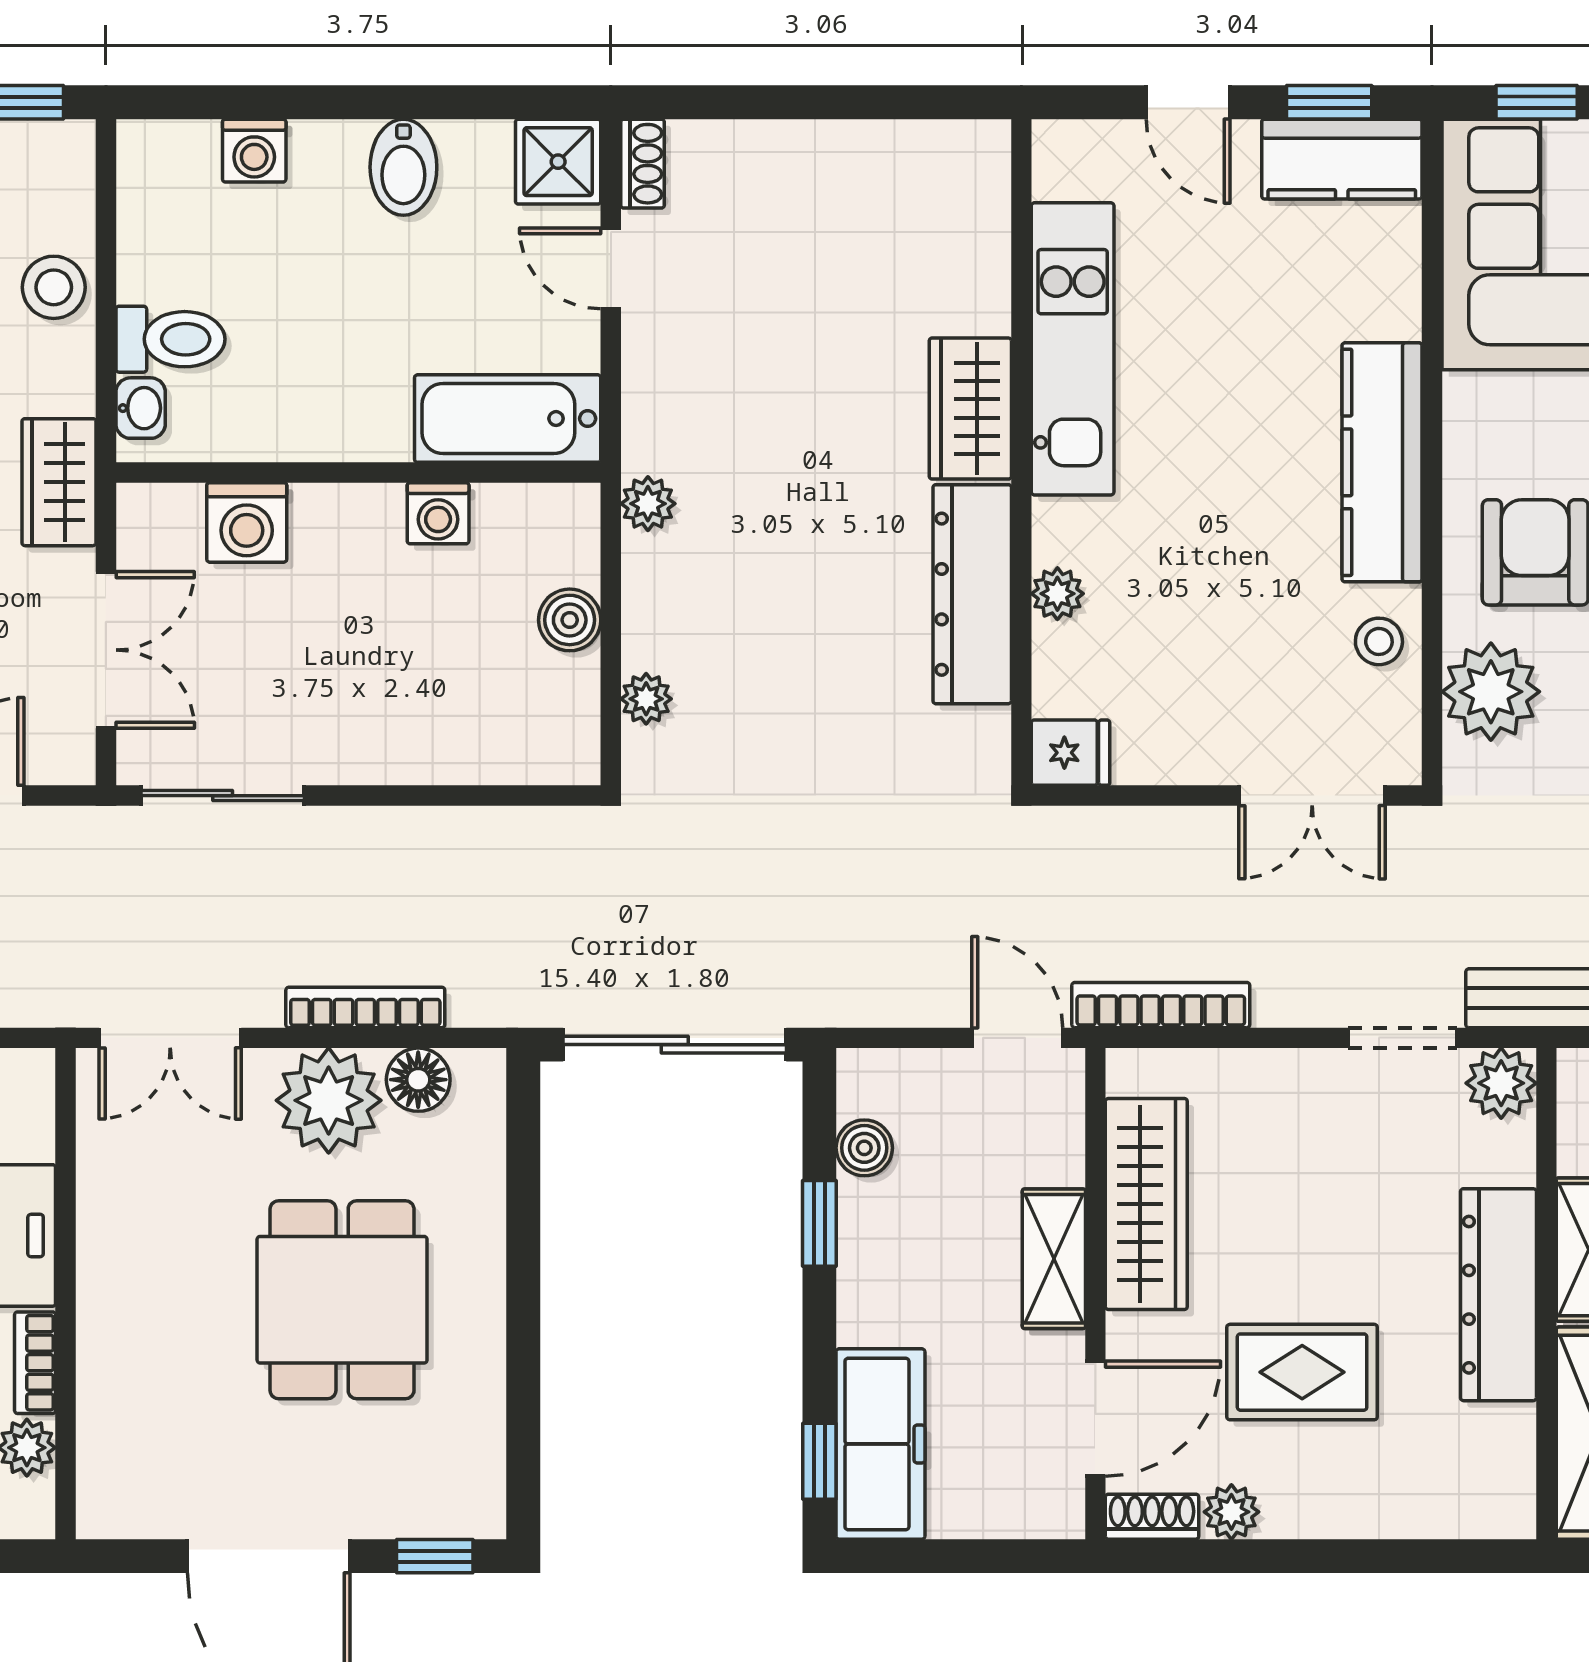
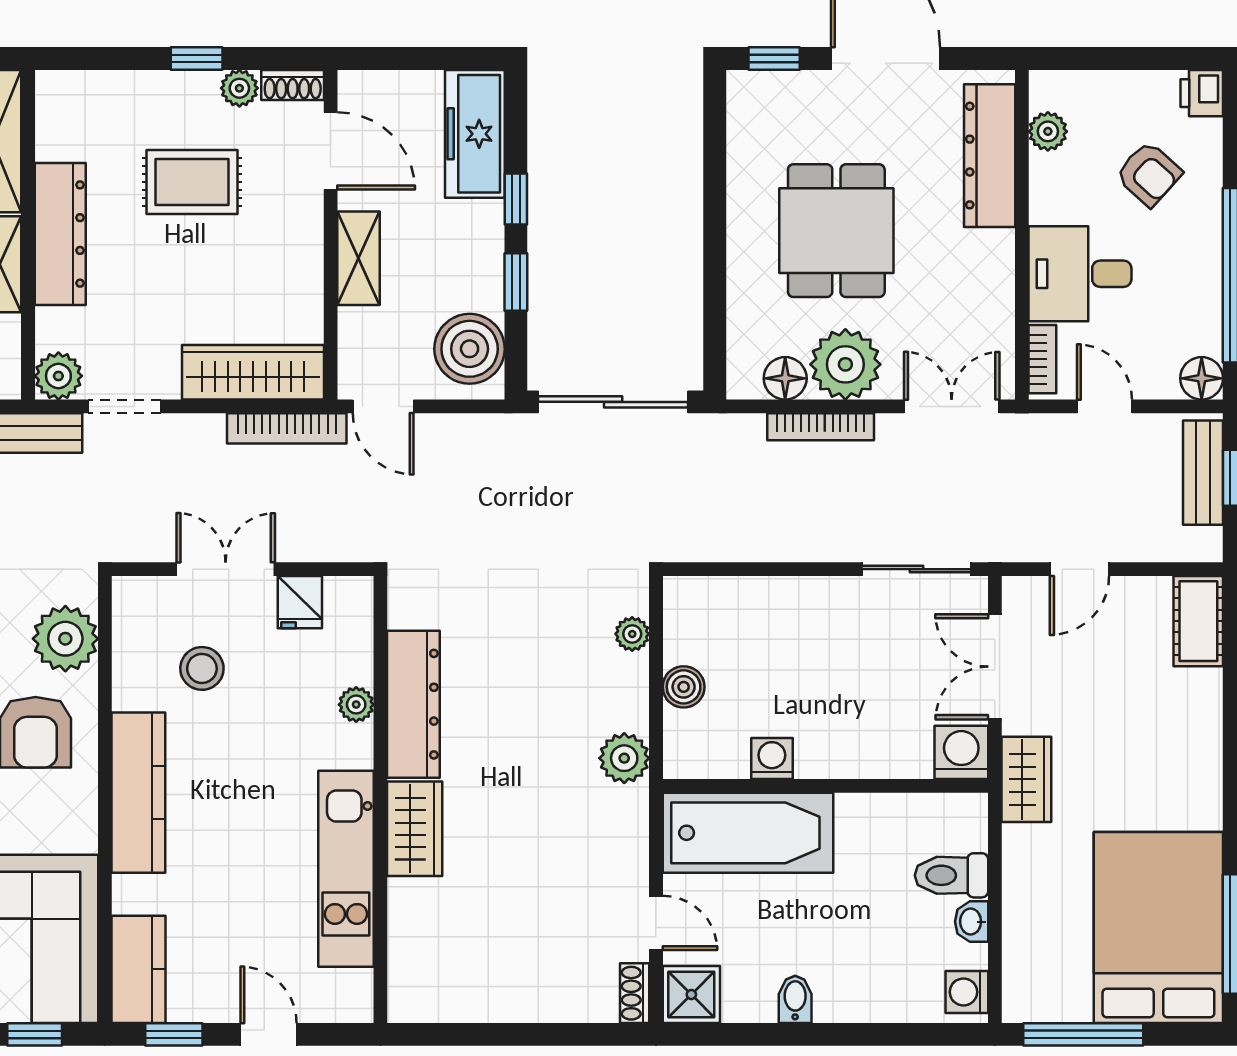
washing machine: (254, 151) -> (967, 992), moved, turned -90
kitchen counter: (1342, 159) -> (138, 969), moved, turned 90
bidet: (403, 167) -> (795, 999), width x0.72, depth x0.74
stool: (54, 287) -> (1030, 910), removed
washbasin: (141, 408) -> (972, 922), moved
bathtub: (508, 419) -> (748, 833), width x1.36, depth x1.36
plant: (648, 504) -> (624, 758), width x1.38, depth x1.38
washing machine: (247, 522) -> (961, 752), moved
stool: (1379, 641) -> (202, 668), moved, width x1.37, depth x1.37
fridge: (1071, 753) -> (300, 602), moved, turned -90
double door: (1312, 796) -> (226, 569), moved
boiler: (864, 1148) -> (470, 349), width x1.86, depth x1.86
wardrobe: (1146, 1204) -> (253, 372), moved, turned 90
bookcase: (35, 1363) -> (1042, 359), moved
dresser: (114, 1412) -> (990, 156), added
door: (1095, 1419) -> (331, 151), swing flipped
window: (819, 1461) -> (516, 199), moved
window: (1295, 1556) -> (197, 59), added

